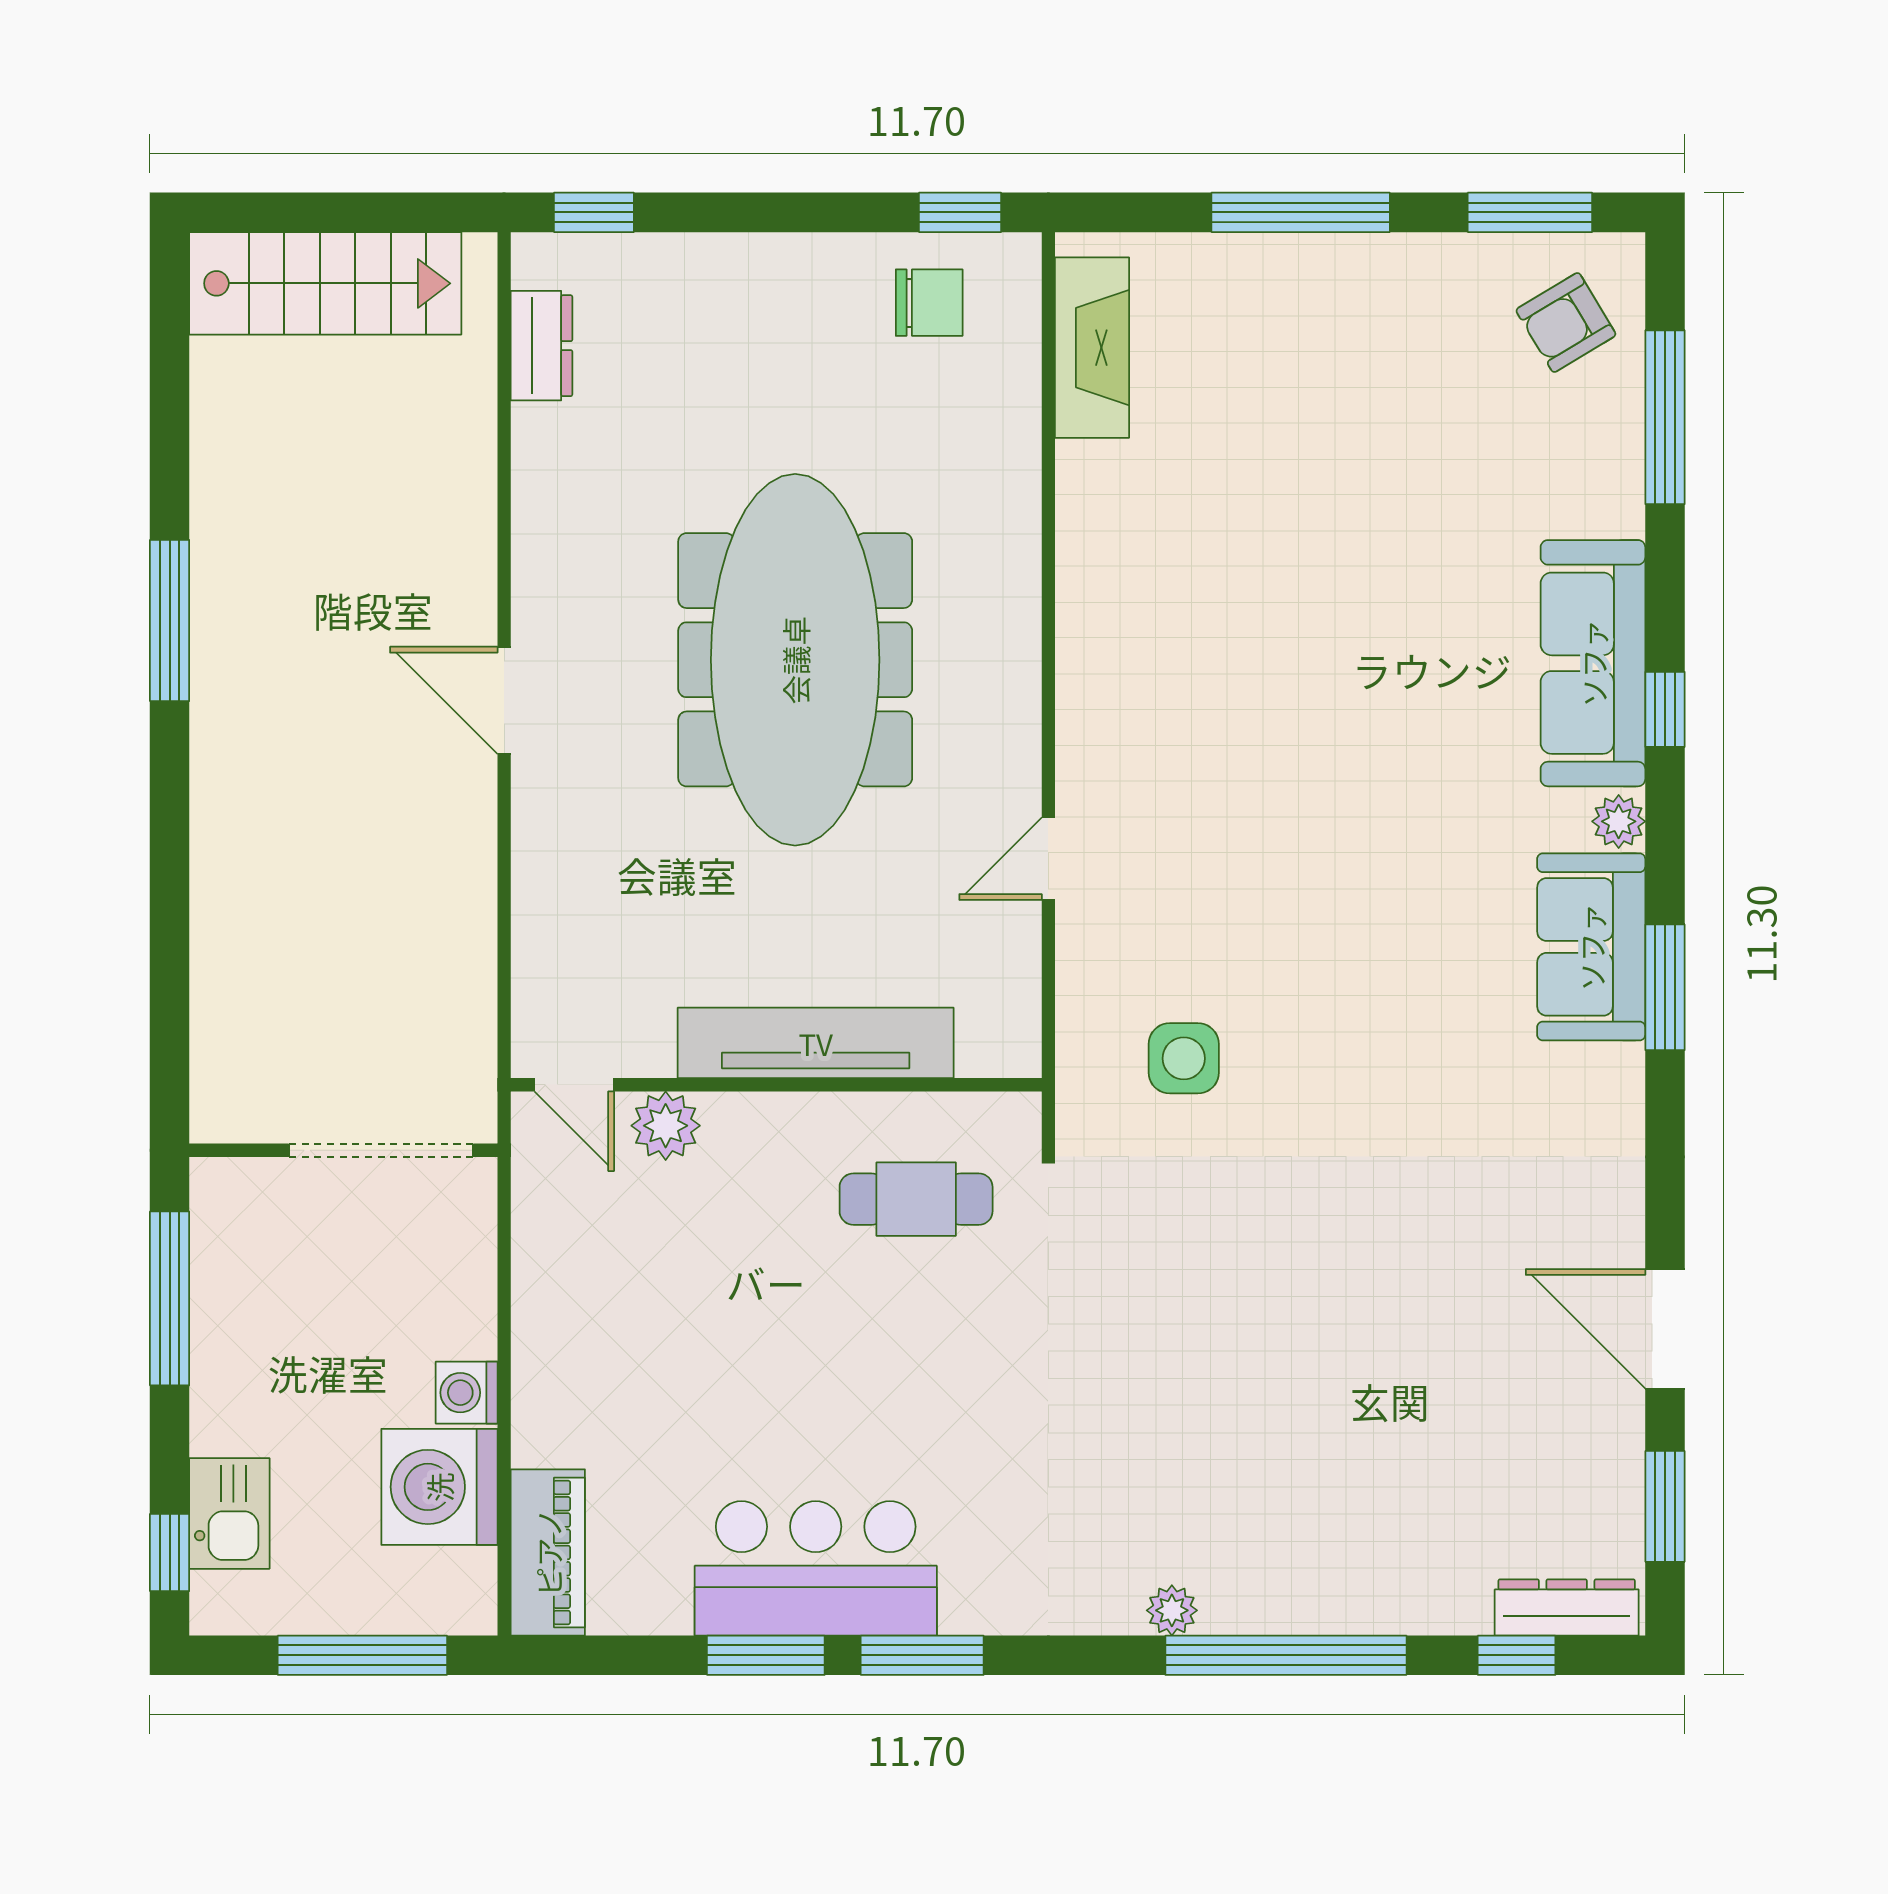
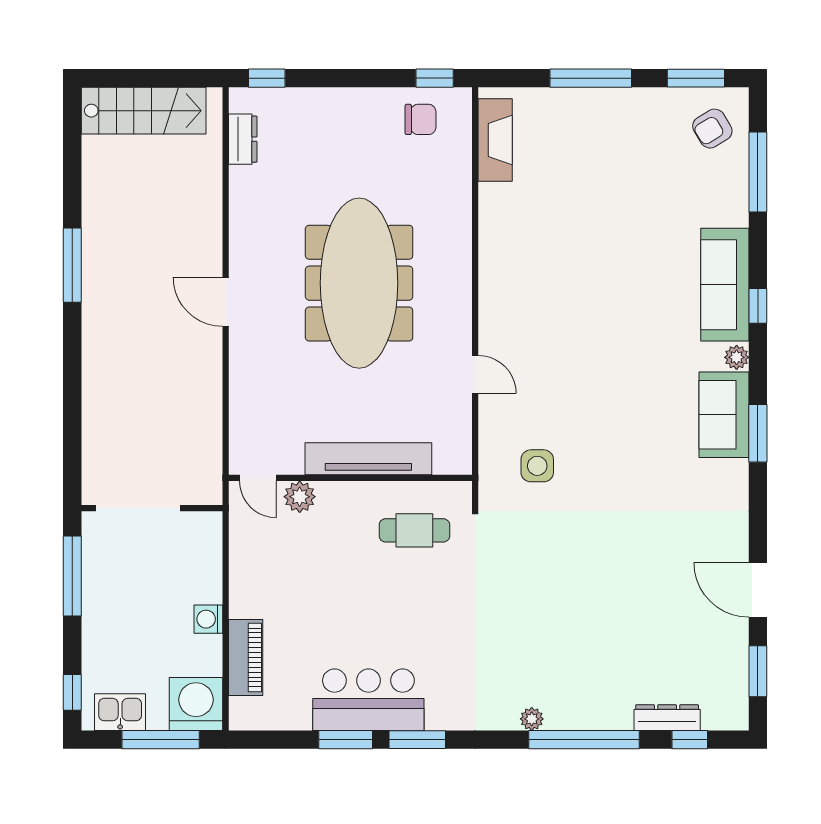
door: (1048, 859) -> (475, 374), swing flipped
doorway: (381, 1150) -> (138, 508), moved
washing machine: (439, 1487) -> (196, 704), moved, turned 90
kitchen sink: (229, 1513) -> (120, 712), moved, turned -90
piano: (548, 1552) -> (246, 657), moved
dresser: (1567, 1607) -> (667, 718), moved

